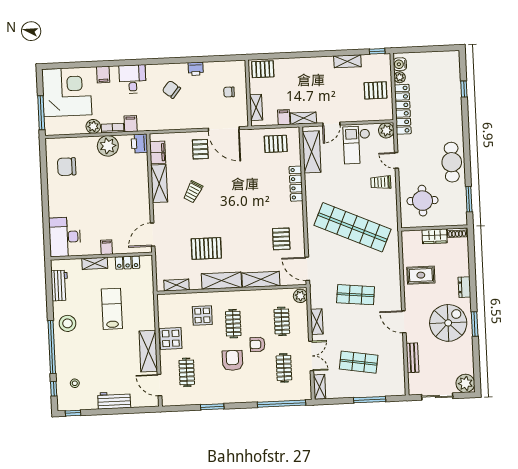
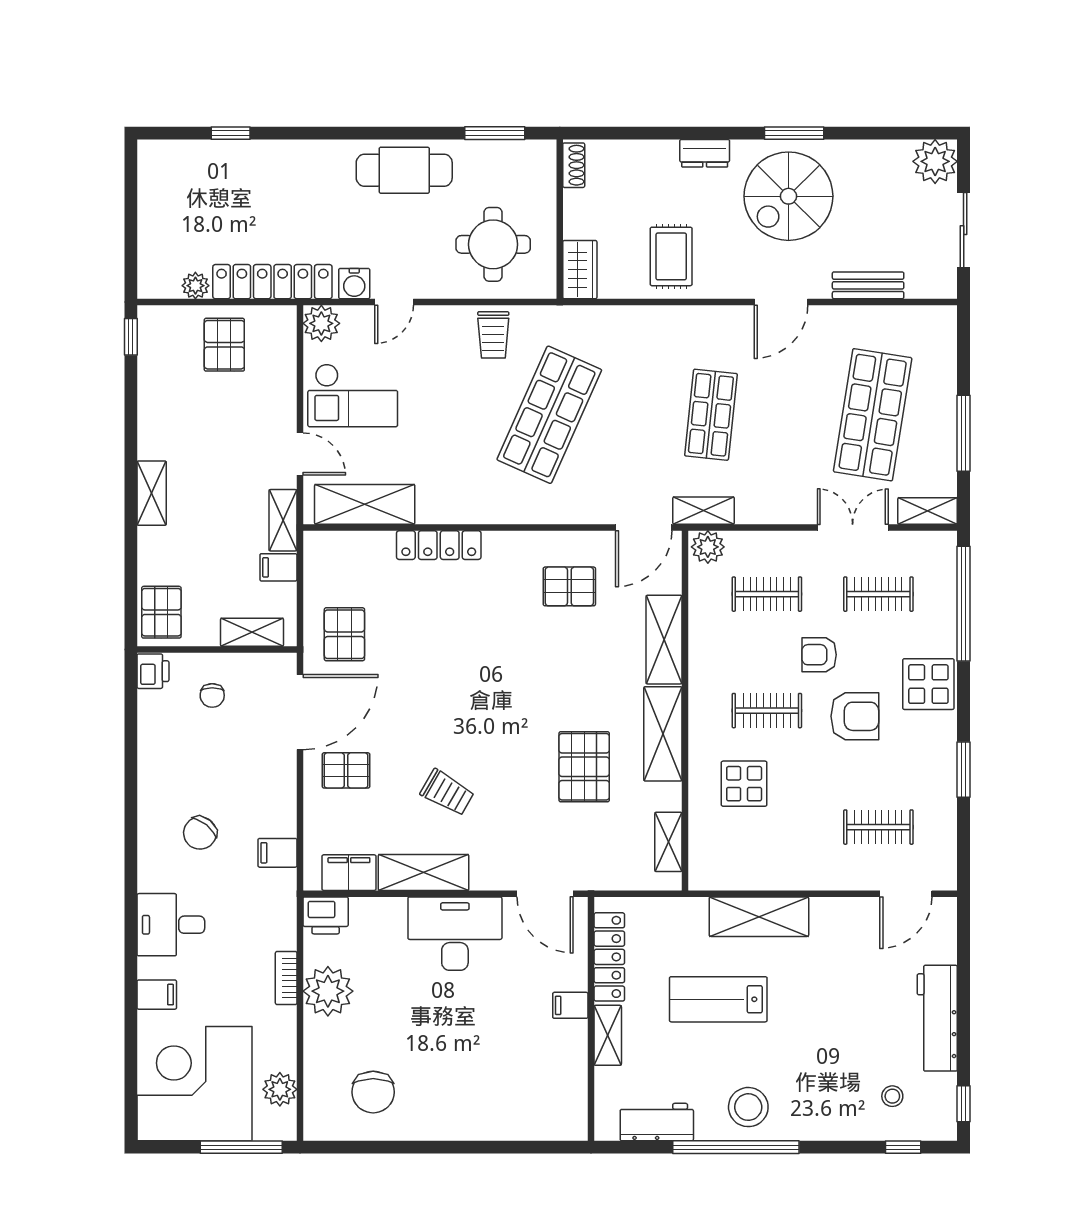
shelving: (347, 61) -> (152, 493), moved
water cooler: (400, 64) -> (354, 284), moved
printer: (196, 69) -> (153, 671), moved
filing cabinet: (131, 124) -> (277, 853), moved
plant: (93, 126) -> (280, 1089), moved
pallet: (276, 144) -> (344, 634), moved
trolley: (381, 182) -> (493, 335), moved
shop shelf: (352, 227) -> (549, 415), width x0.71
wardrobe: (435, 236) -> (580, 270), moved
desk: (65, 237) -> (455, 934), moved, turned 180
locker: (127, 263) -> (609, 957), width x1.53
shelving: (317, 322) -> (704, 511), moved
spiral stairs: (448, 323) -> (788, 196), turned -90
display table: (171, 338) -> (928, 684), moved
armchair: (257, 344) -> (819, 655), turned 90
window: (52, 347) -> (736, 1147), moved
shelving: (148, 351) -> (759, 917), moved
armchair: (232, 360) -> (855, 716), turned 180
shop shelf: (359, 362) -> (873, 415), width x1.43, depth x1.36
workbench: (114, 400) -> (937, 1018), width x1.38
window: (370, 400) -> (964, 433), moved

